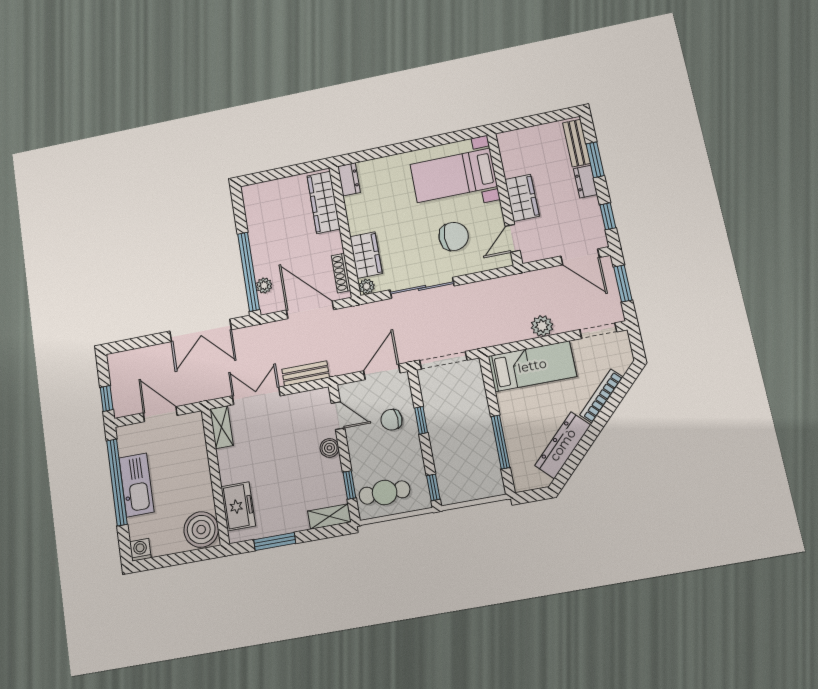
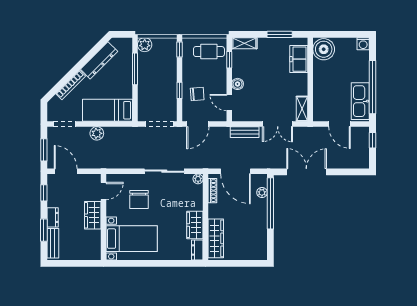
chair: (454, 236) -> (139, 200), turned -90
wardrobe: (366, 255) -> (195, 225), moved
kitchen sink: (137, 485) -> (360, 101), moved
plant: (492, 485) -> (145, 45), added

